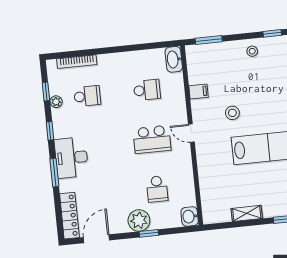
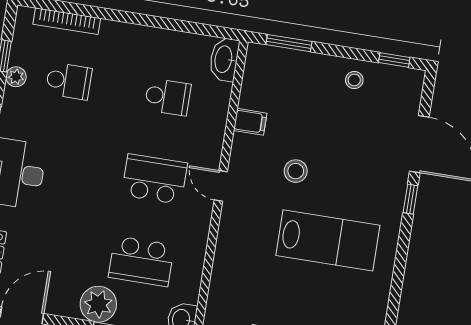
school desk: (152, 139) -> (154, 179), turned 180
school desk: (157, 189) -> (141, 261), width x1.85

